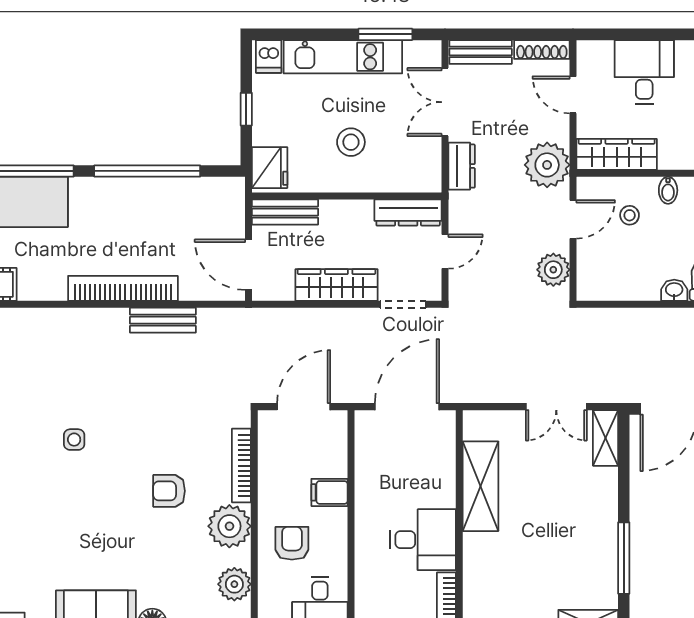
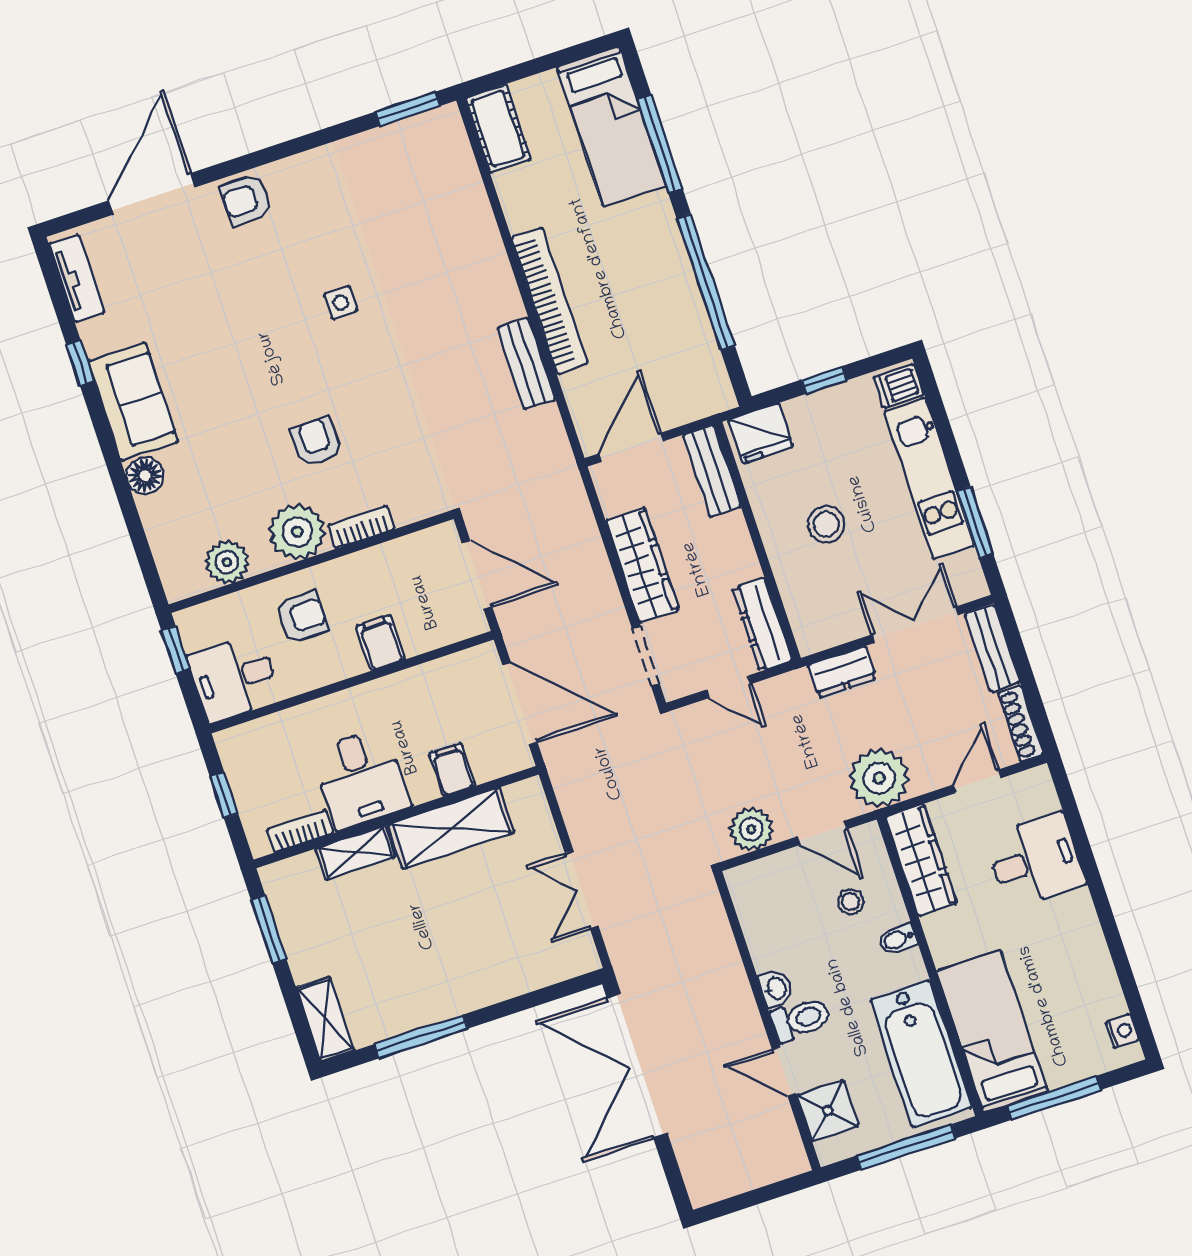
shelving: (605, 438) -> (355, 853), moved
bookcase: (241, 466) -> (361, 527), width x0.64
filing cabinet: (438, 471) -> (452, 770), added

